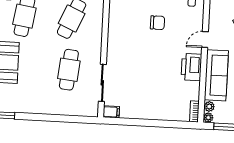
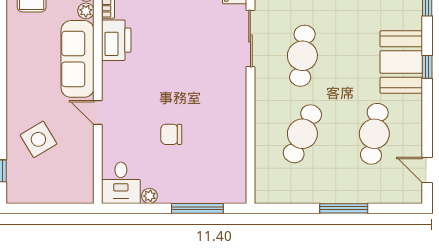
door: (205, 39) -> (98, 113), swing flipped
printer: (191, 67) -> (116, 40), moved

